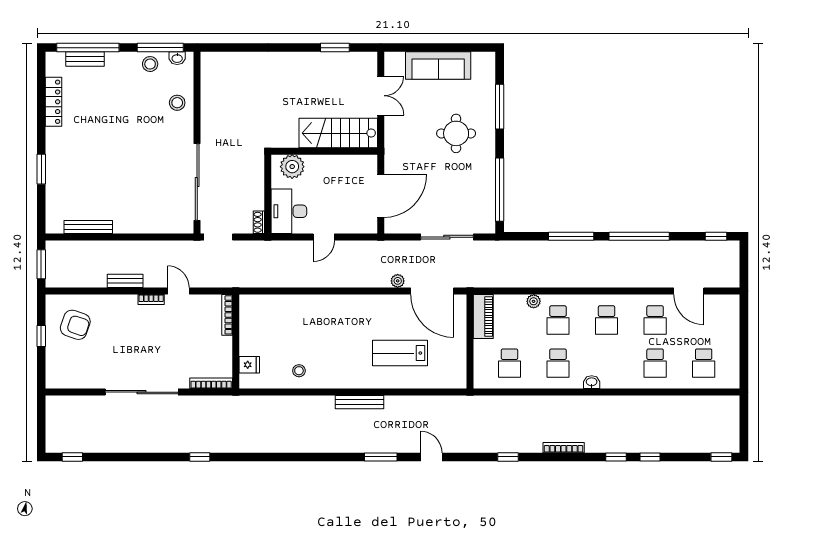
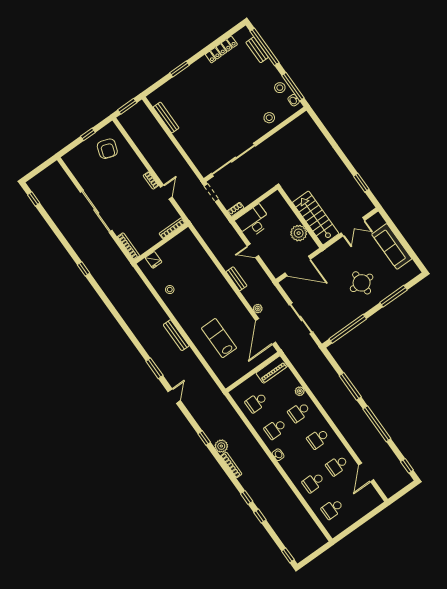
plant: (292, 167) -> (299, 233), moved
bench: (125, 281) -> (236, 279), moved
plant: (532, 443) -> (221, 446), added

